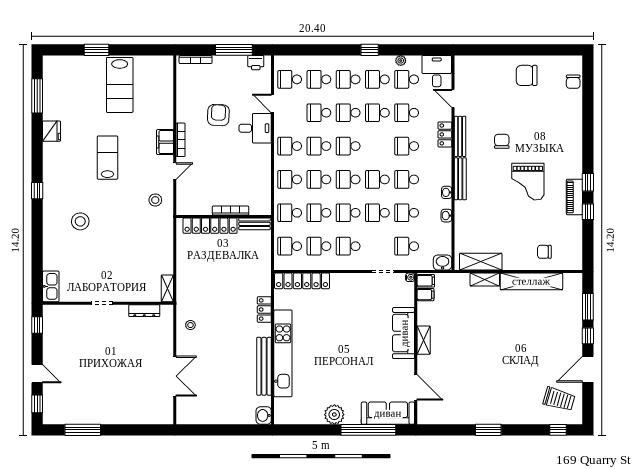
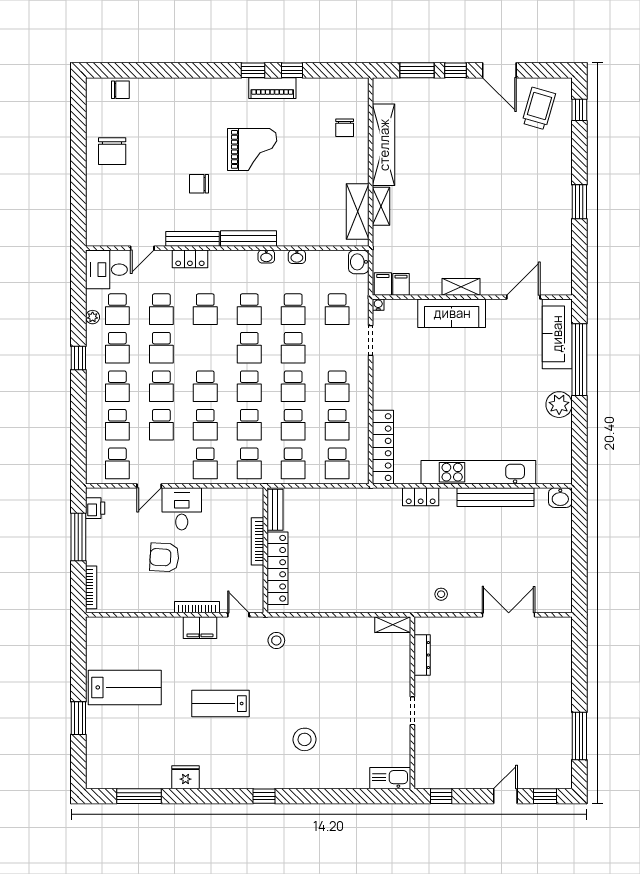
bookcase: (231, 210) -> (257, 541), moved
wall: (224, 216) -> (265, 550), moved
bench: (255, 224) -> (275, 510), moved
locker: (210, 226) -> (277, 568), moved

